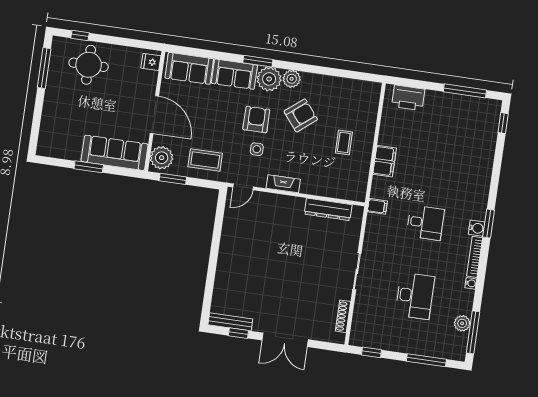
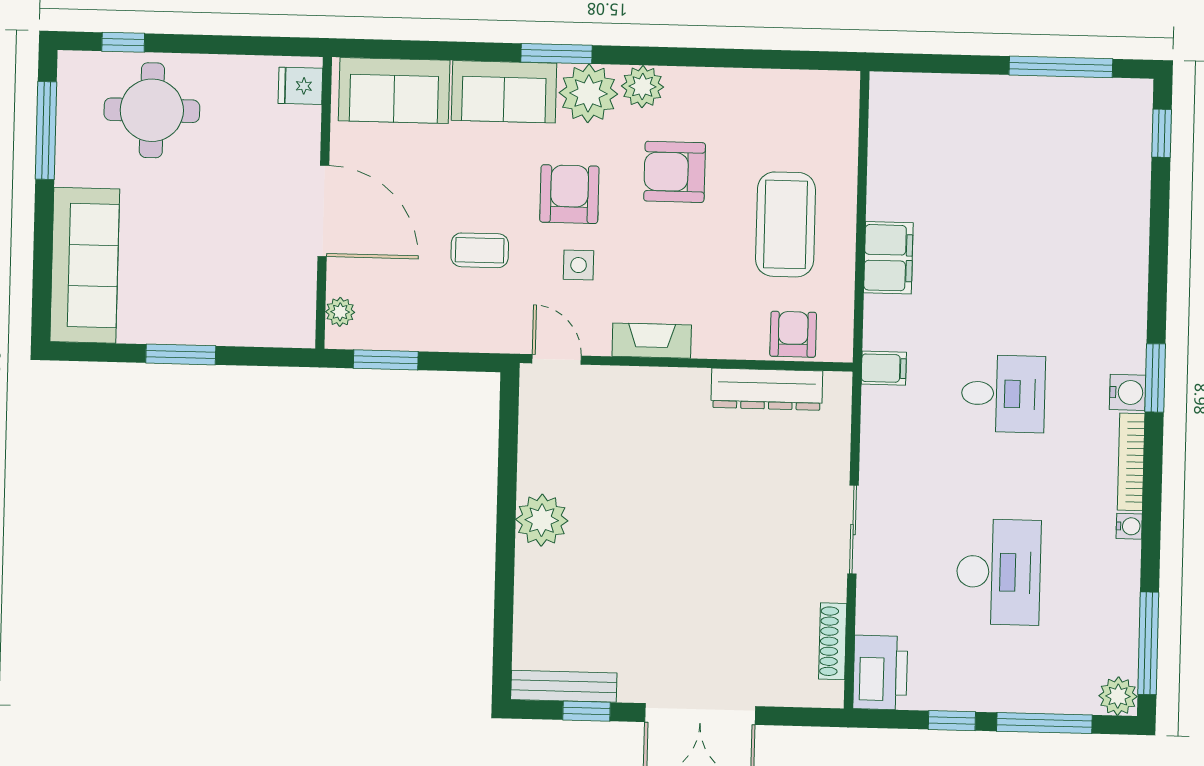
printer: (408, 98) -> (880, 672), moved, turned -90
armchair: (301, 115) -> (675, 172), turned -141
coffee table: (344, 142) -> (786, 224), width x1.86, depth x1.72
sofa: (115, 153) -> (85, 265), moved, turned 90
plant: (162, 158) -> (340, 312), width x0.53, depth x0.53
coffee table: (205, 160) -> (480, 250), moved, width x0.73, depth x0.77
door: (243, 187) -> (557, 359), swing flipped
armchair: (342, 188) -> (793, 334), added
plant: (229, 252) -> (542, 520), added
plant: (462, 323) -> (1118, 696), moved
window: (371, 352) -> (952, 721), moved

